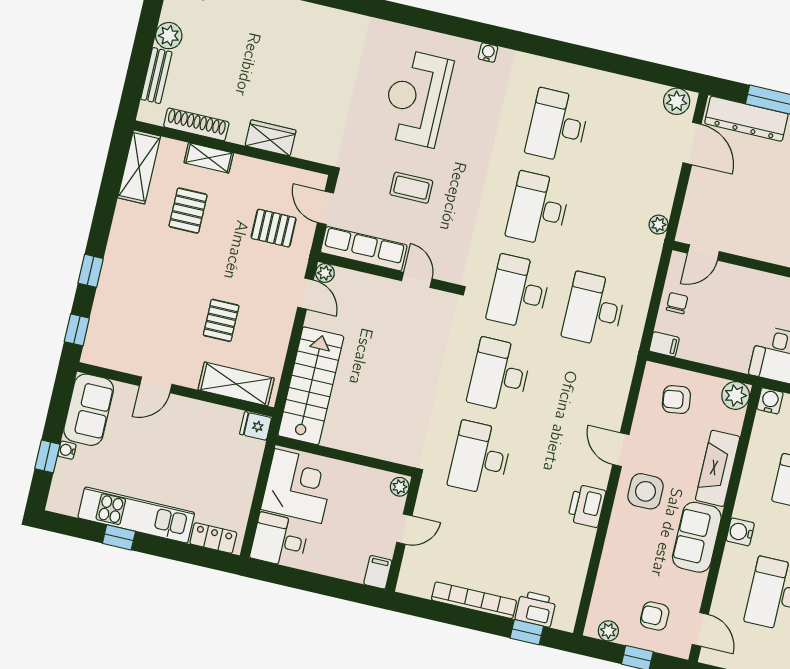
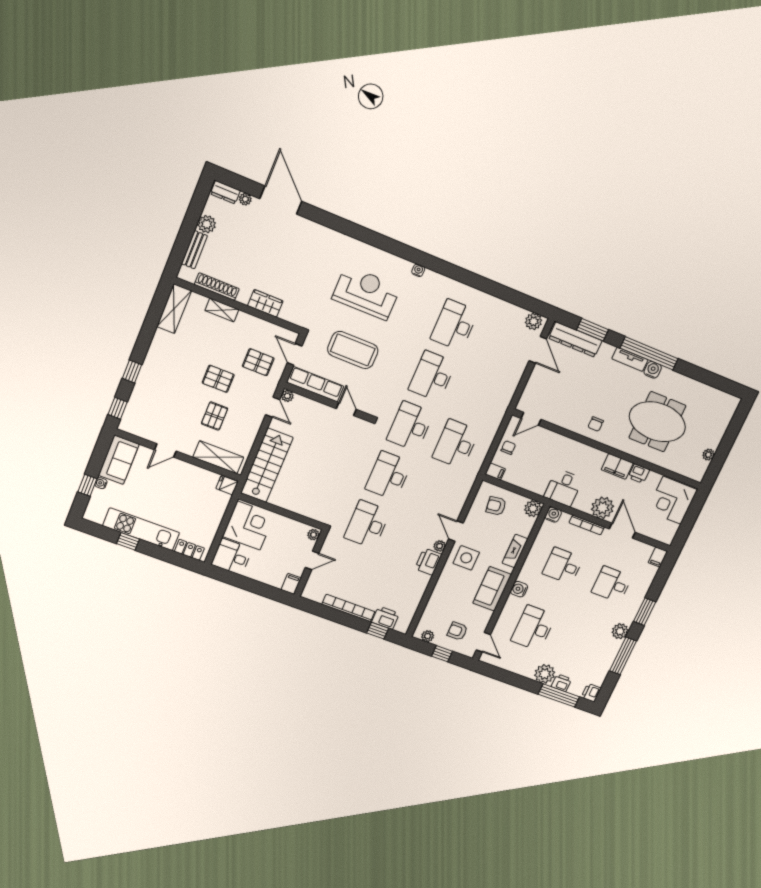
reception desk: (417, 98) -> (366, 293), turned 90
coffee table: (411, 188) -> (353, 350), width x1.86, depth x1.72
pallet: (188, 211) -> (218, 379), moved, turned 90
plant: (659, 225) -> (440, 546), moved
fireplace: (718, 468) -> (515, 551), width x0.73, depth x0.76

